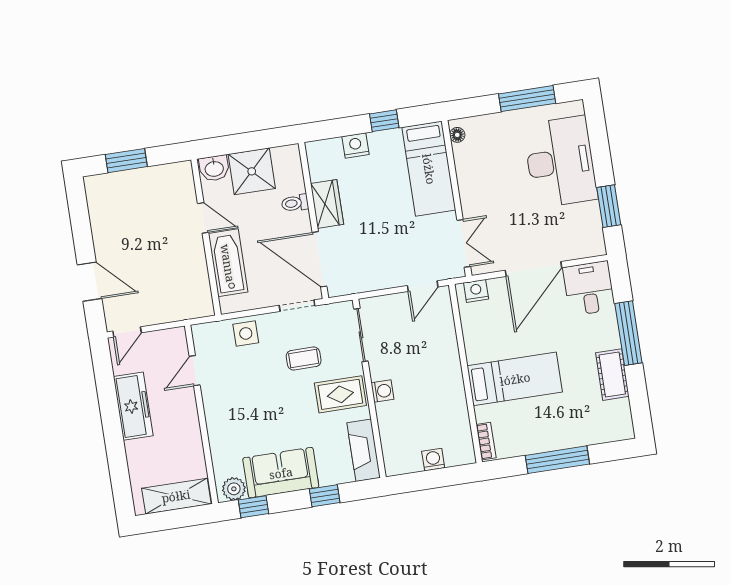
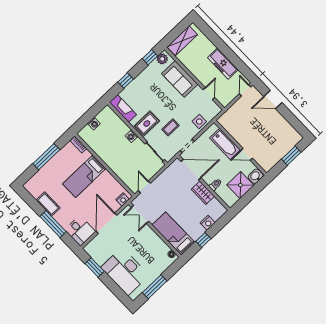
sofa: (281, 473) -> (180, 79), moved, turned 90

